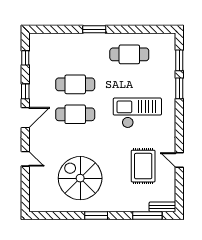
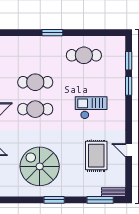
checkout: (137, 113) -> (91, 108), width x0.73, depth x0.83

